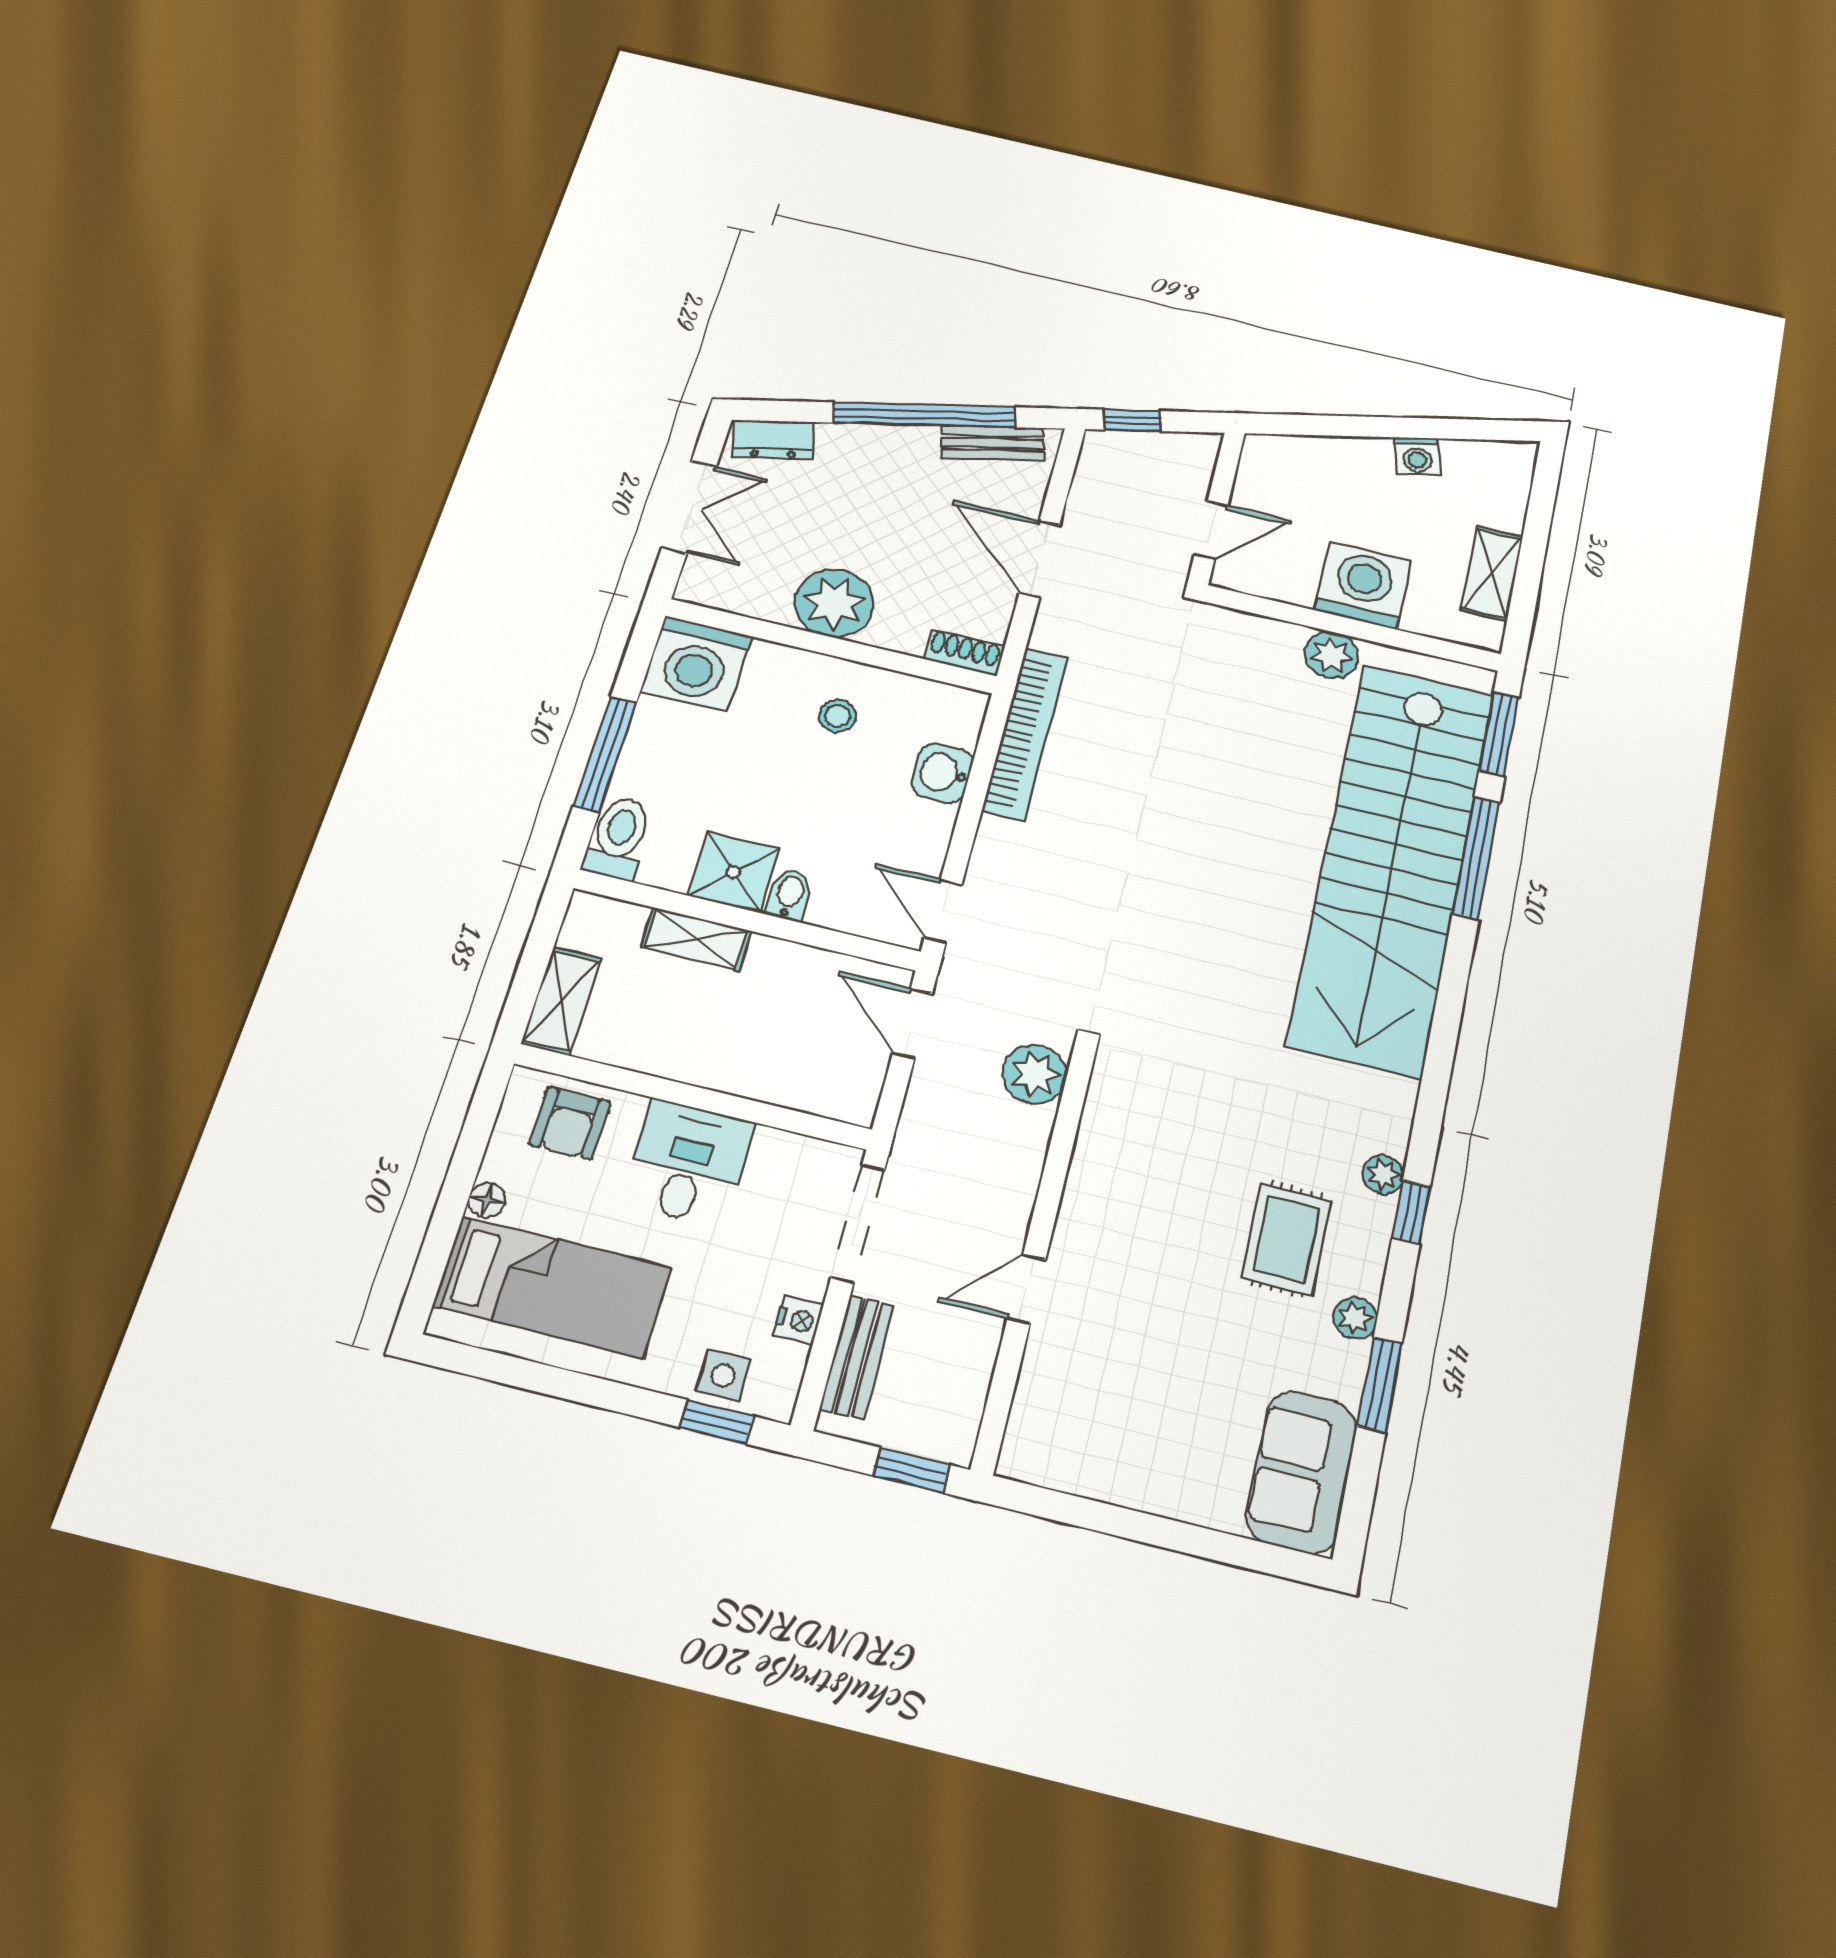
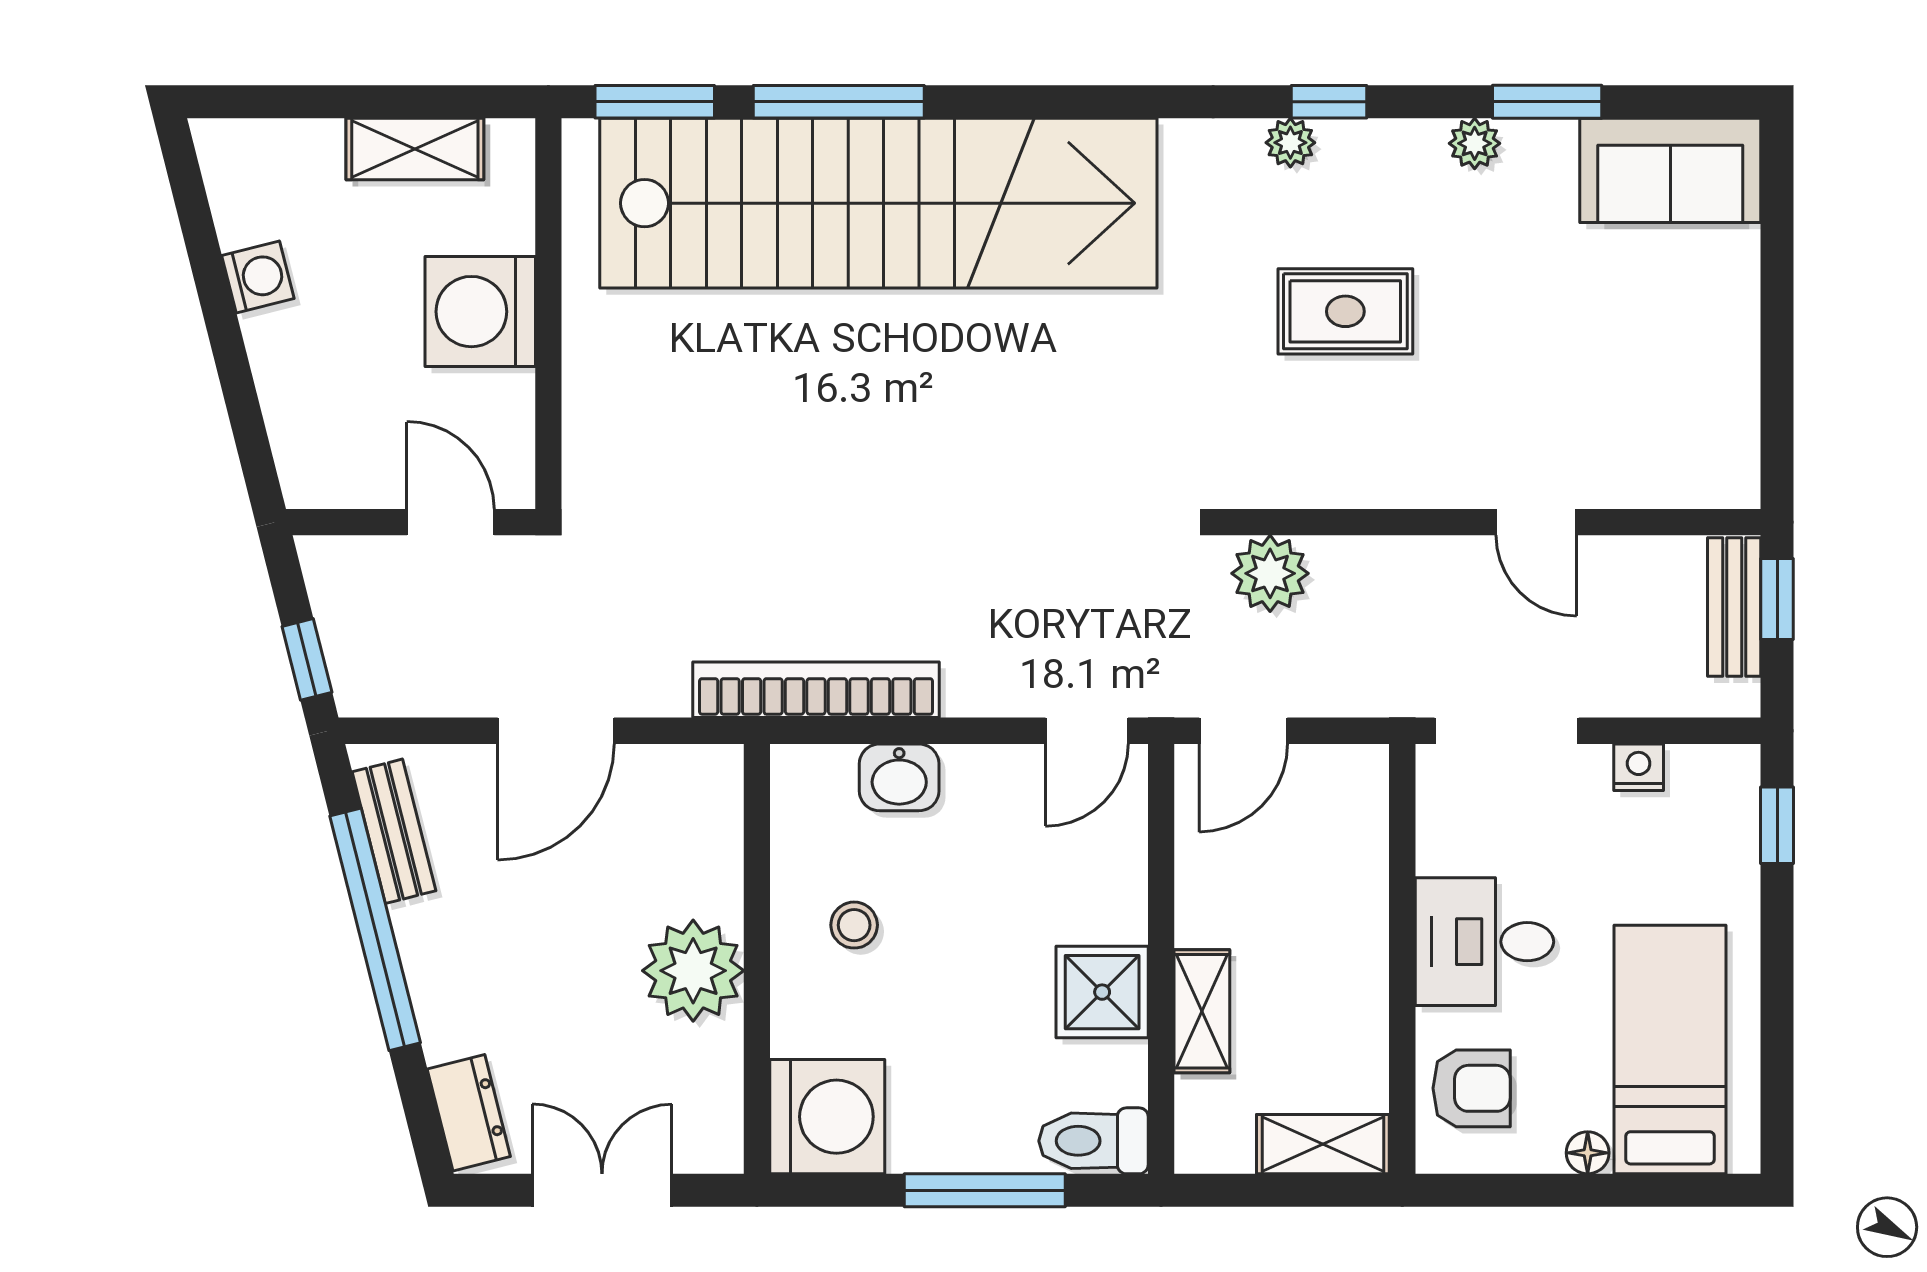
shoe rack: (964, 653) -> (720, 792), removed
plant: (1331, 655) -> (596, 333), removed
bidet: (789, 895) -> (1114, 918), removed
rug: (1286, 1239) -> (1345, 311), moved
bench: (857, 1357) -> (1734, 607), moved, turned 90
side table: (723, 1375) -> (1723, 833), removed

